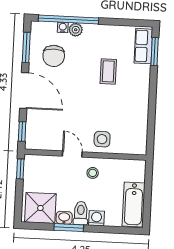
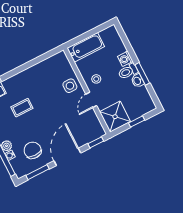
chair: (54, 56) -> (33, 150), turned -90
window: (20, 169) -> (137, 121), moved
bathtub: (134, 204) -> (86, 47), moved
shower: (40, 208) -> (115, 117), moved

